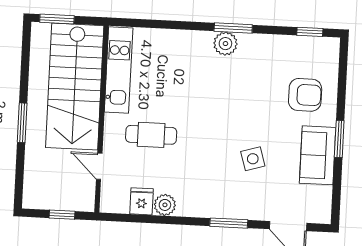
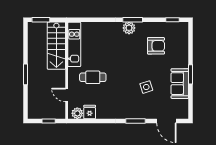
stairs: (75, 87) -> (56, 46), width x0.73, depth x0.66
armchair: (305, 95) -> (156, 46), moved
plant: (165, 205) -> (77, 113), moved

